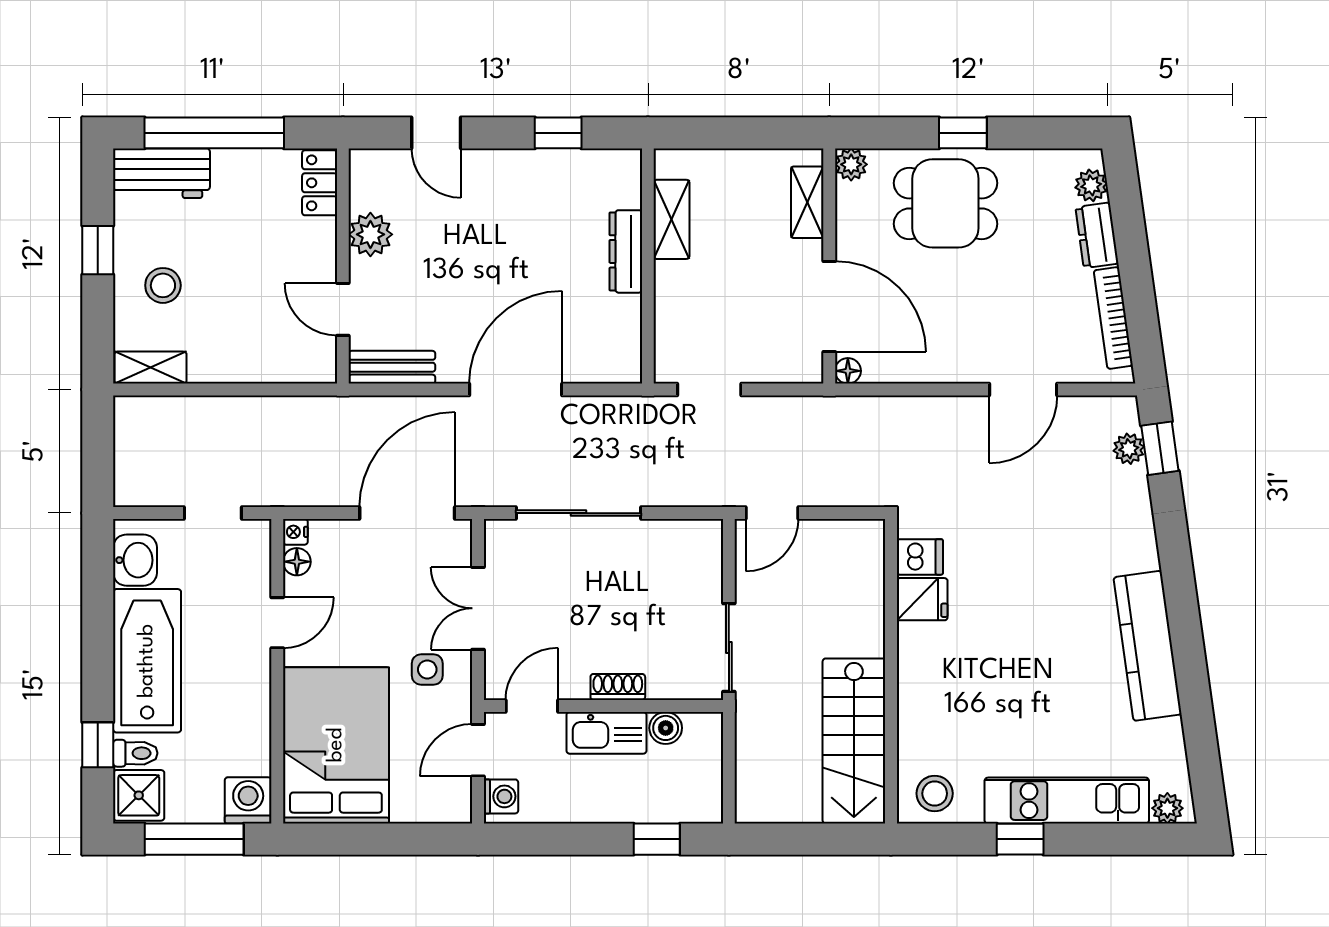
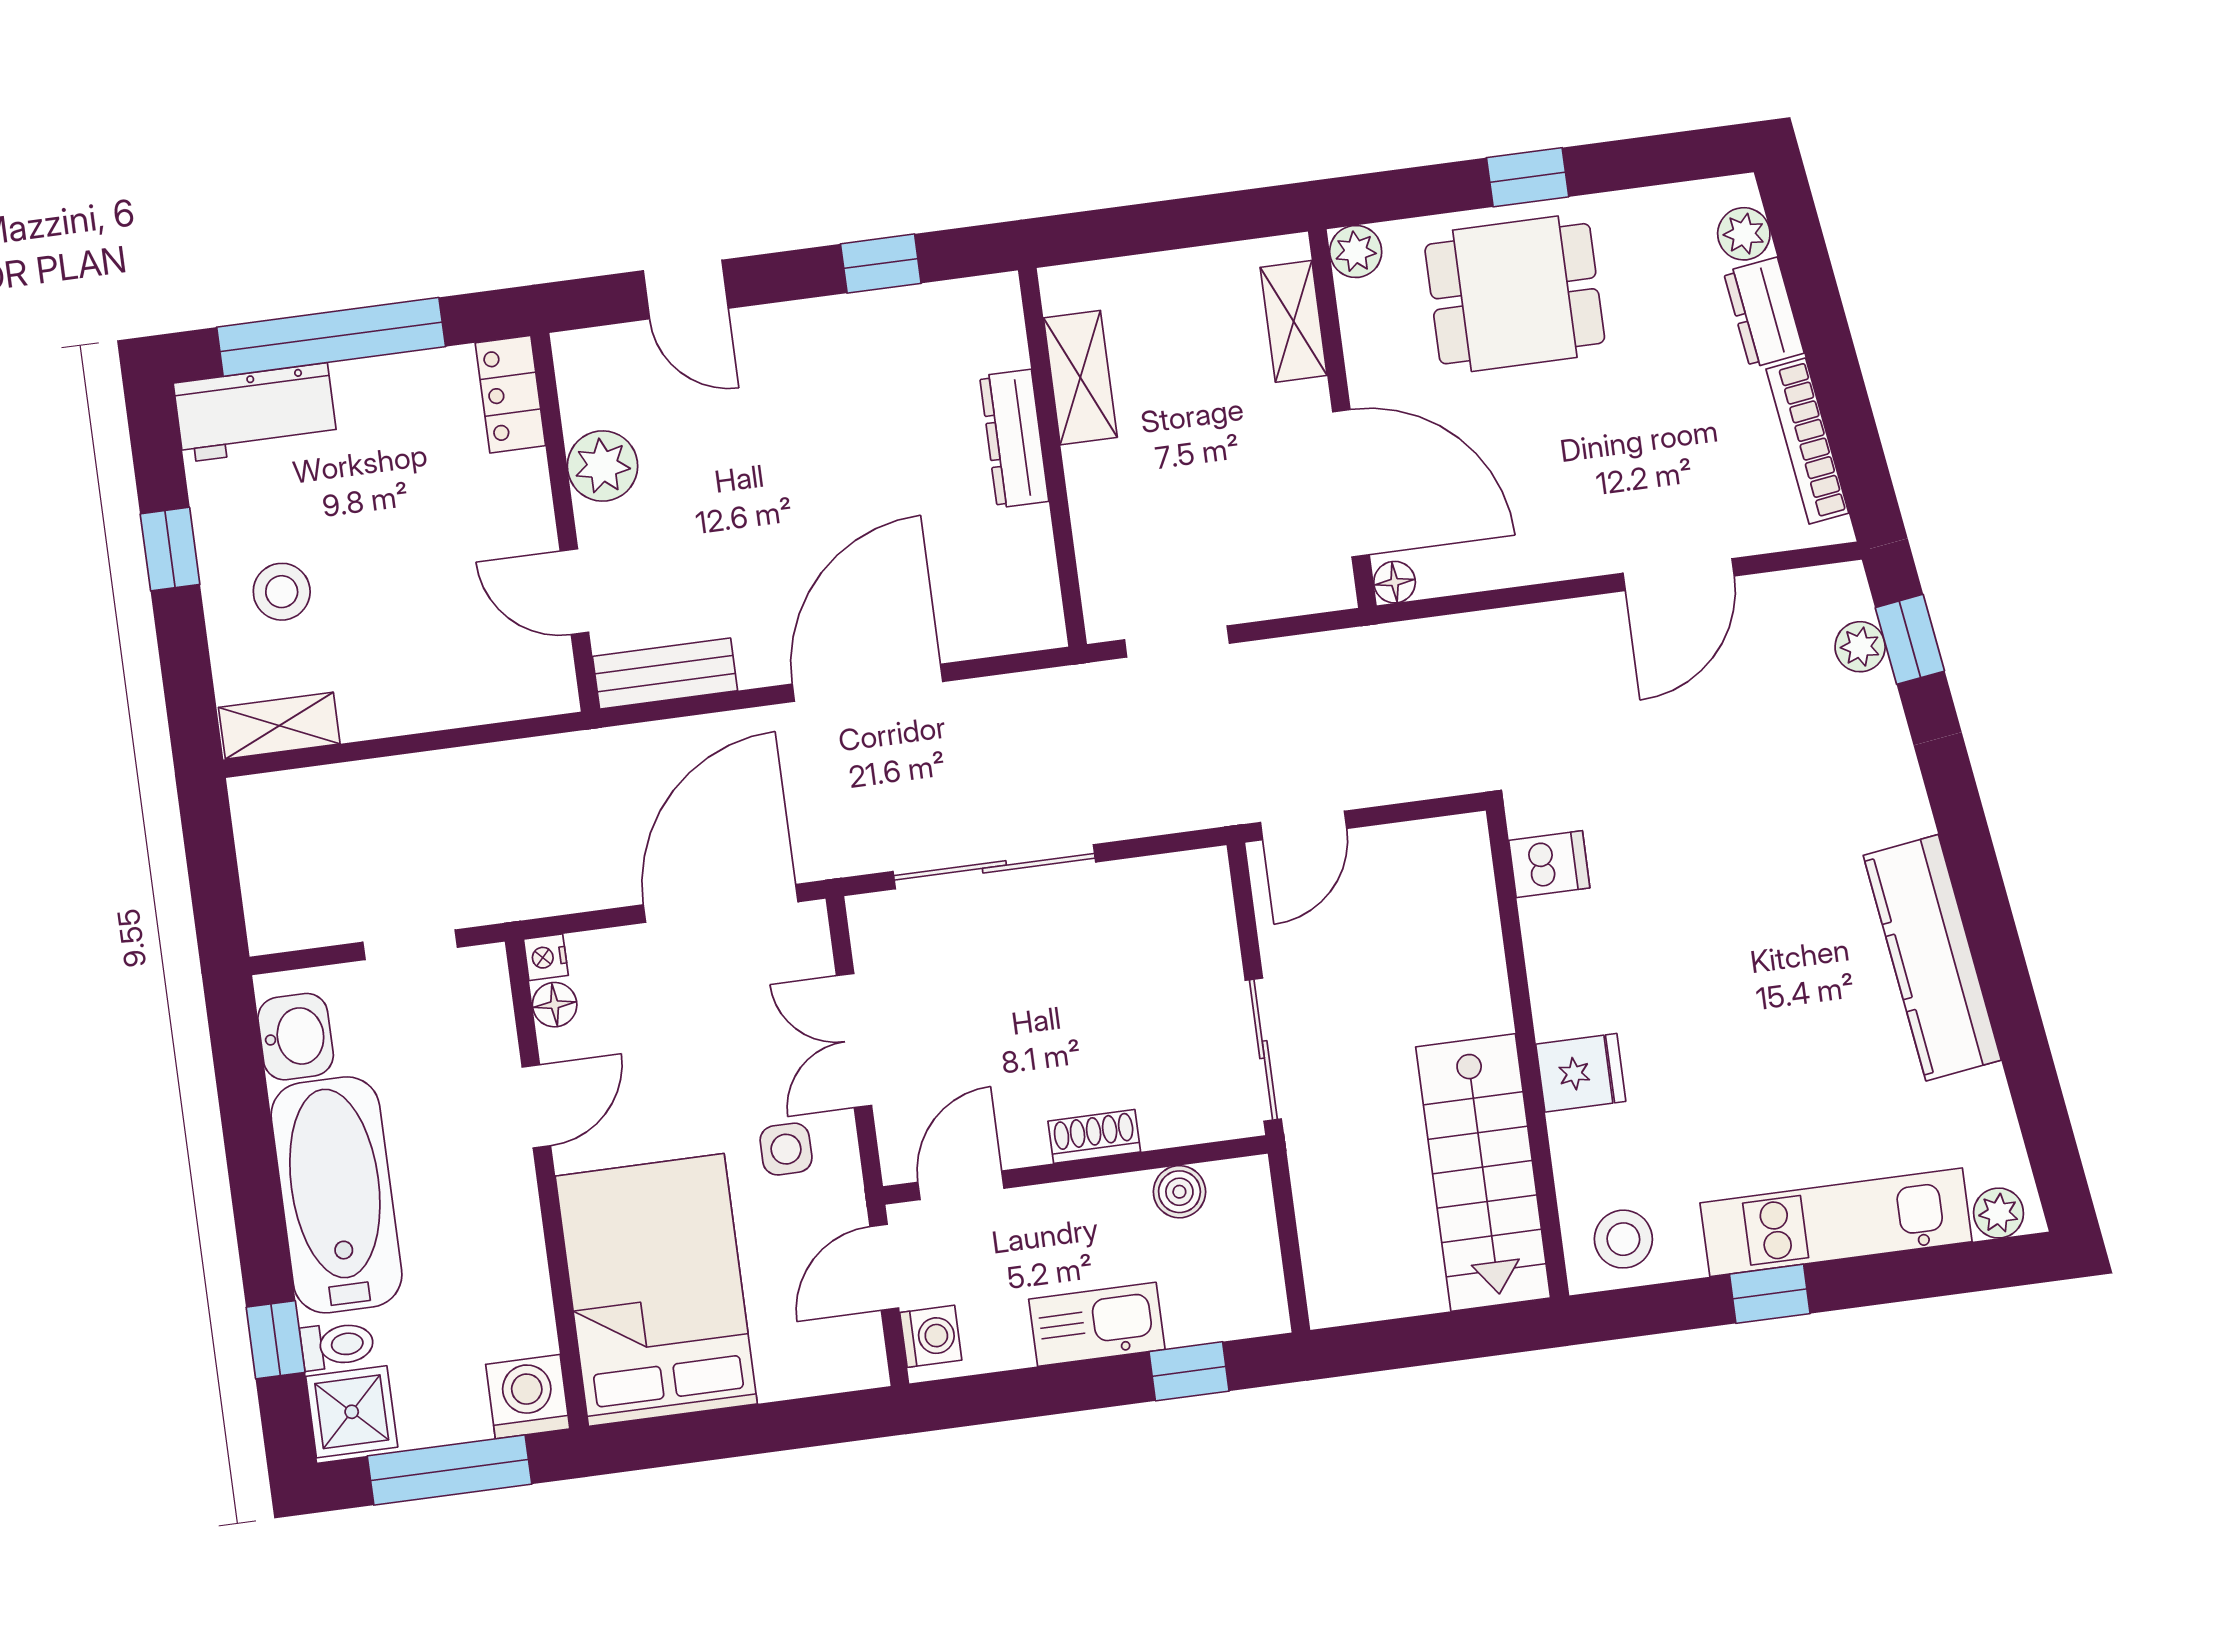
fridge: (922, 599) -> (1581, 1073), moved
kitchen sink: (606, 733) -> (1097, 1324), moved, turned 180

